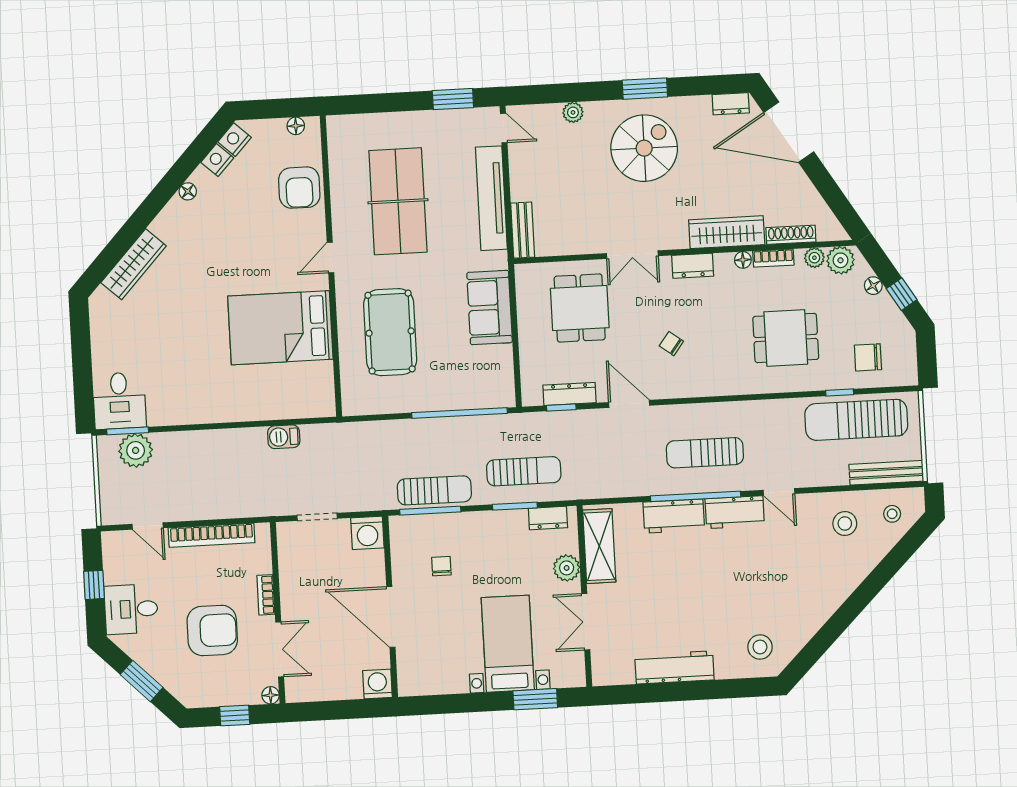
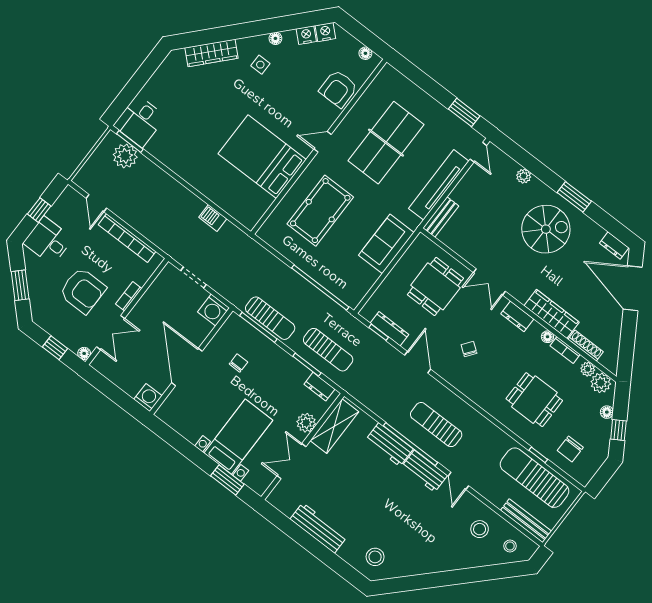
side table: (195, 233) -> (260, 65), added
chair: (868, 357) -> (570, 449), turned -90

